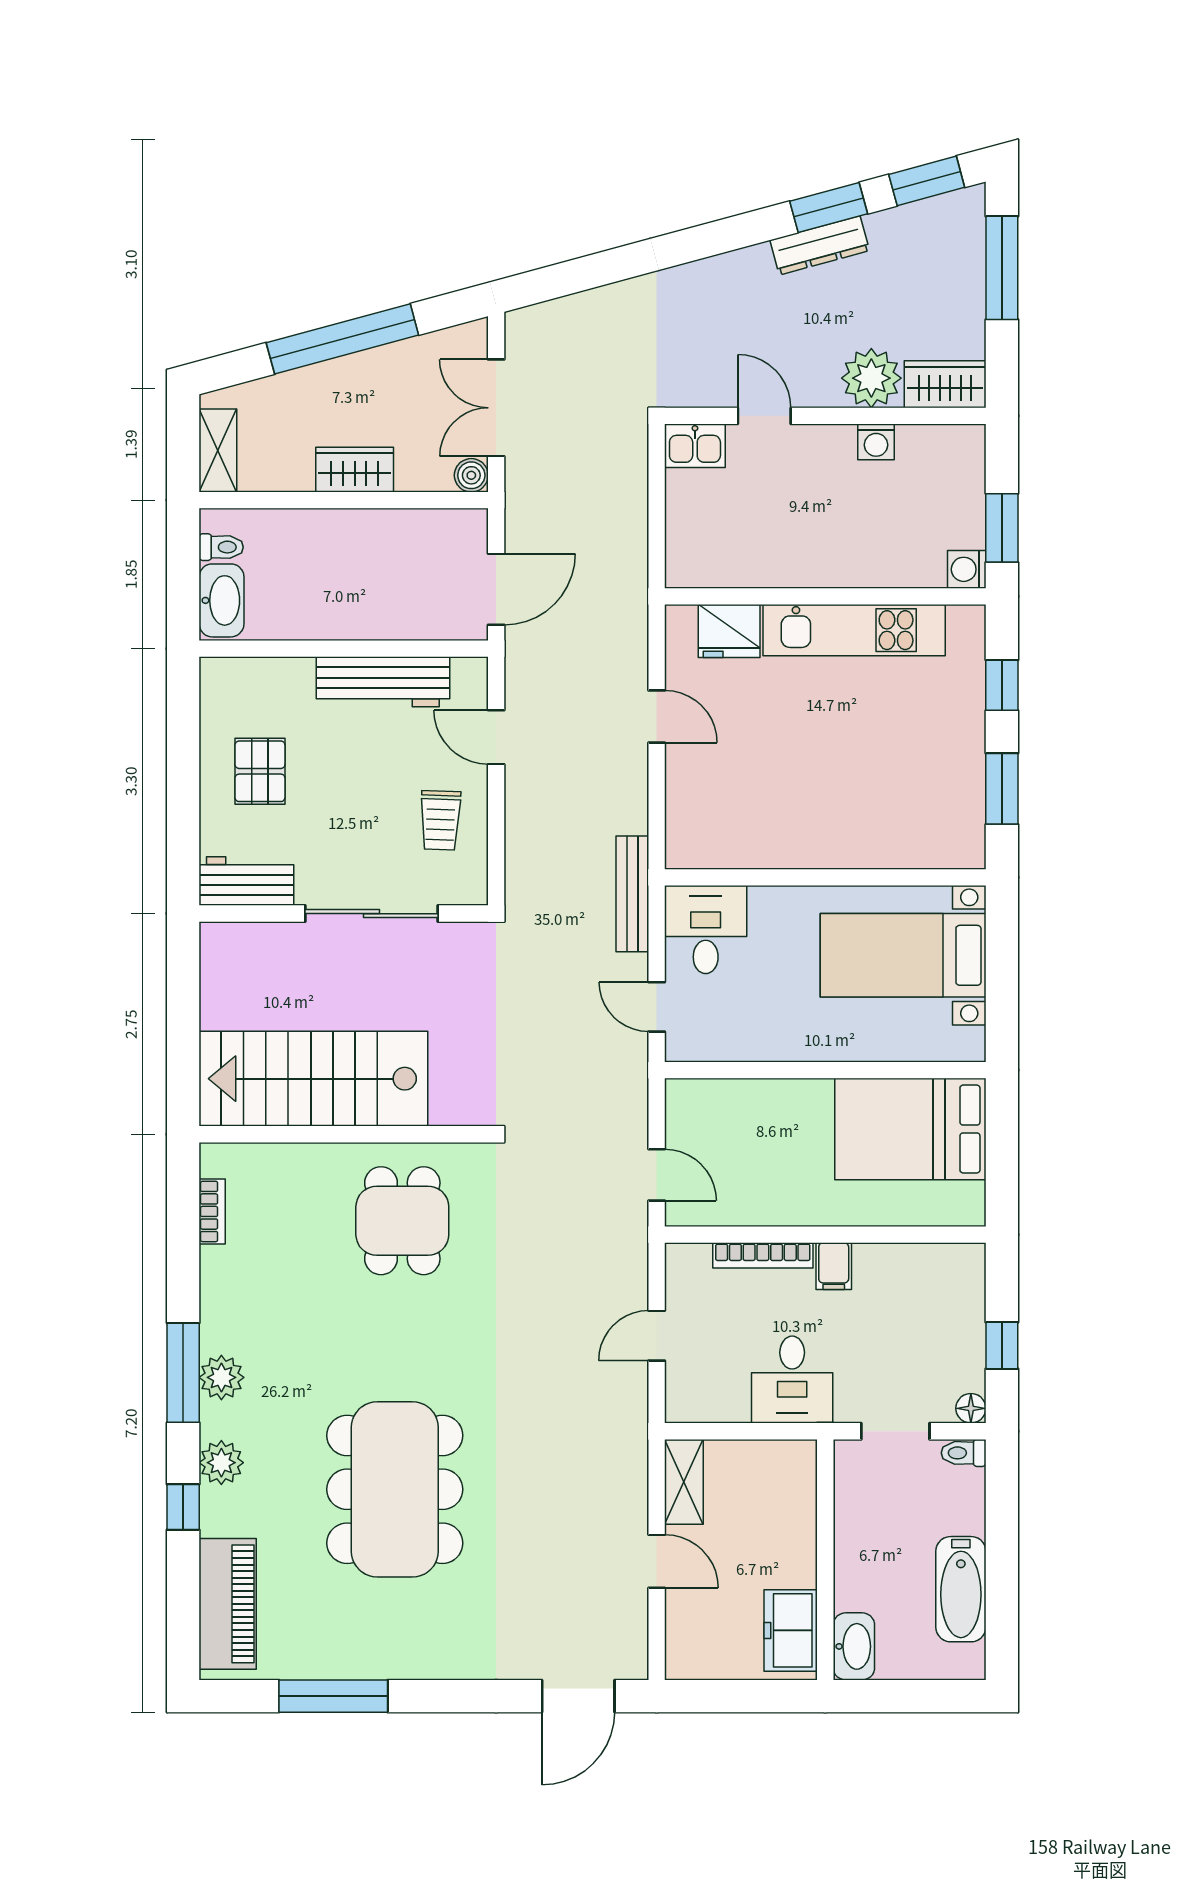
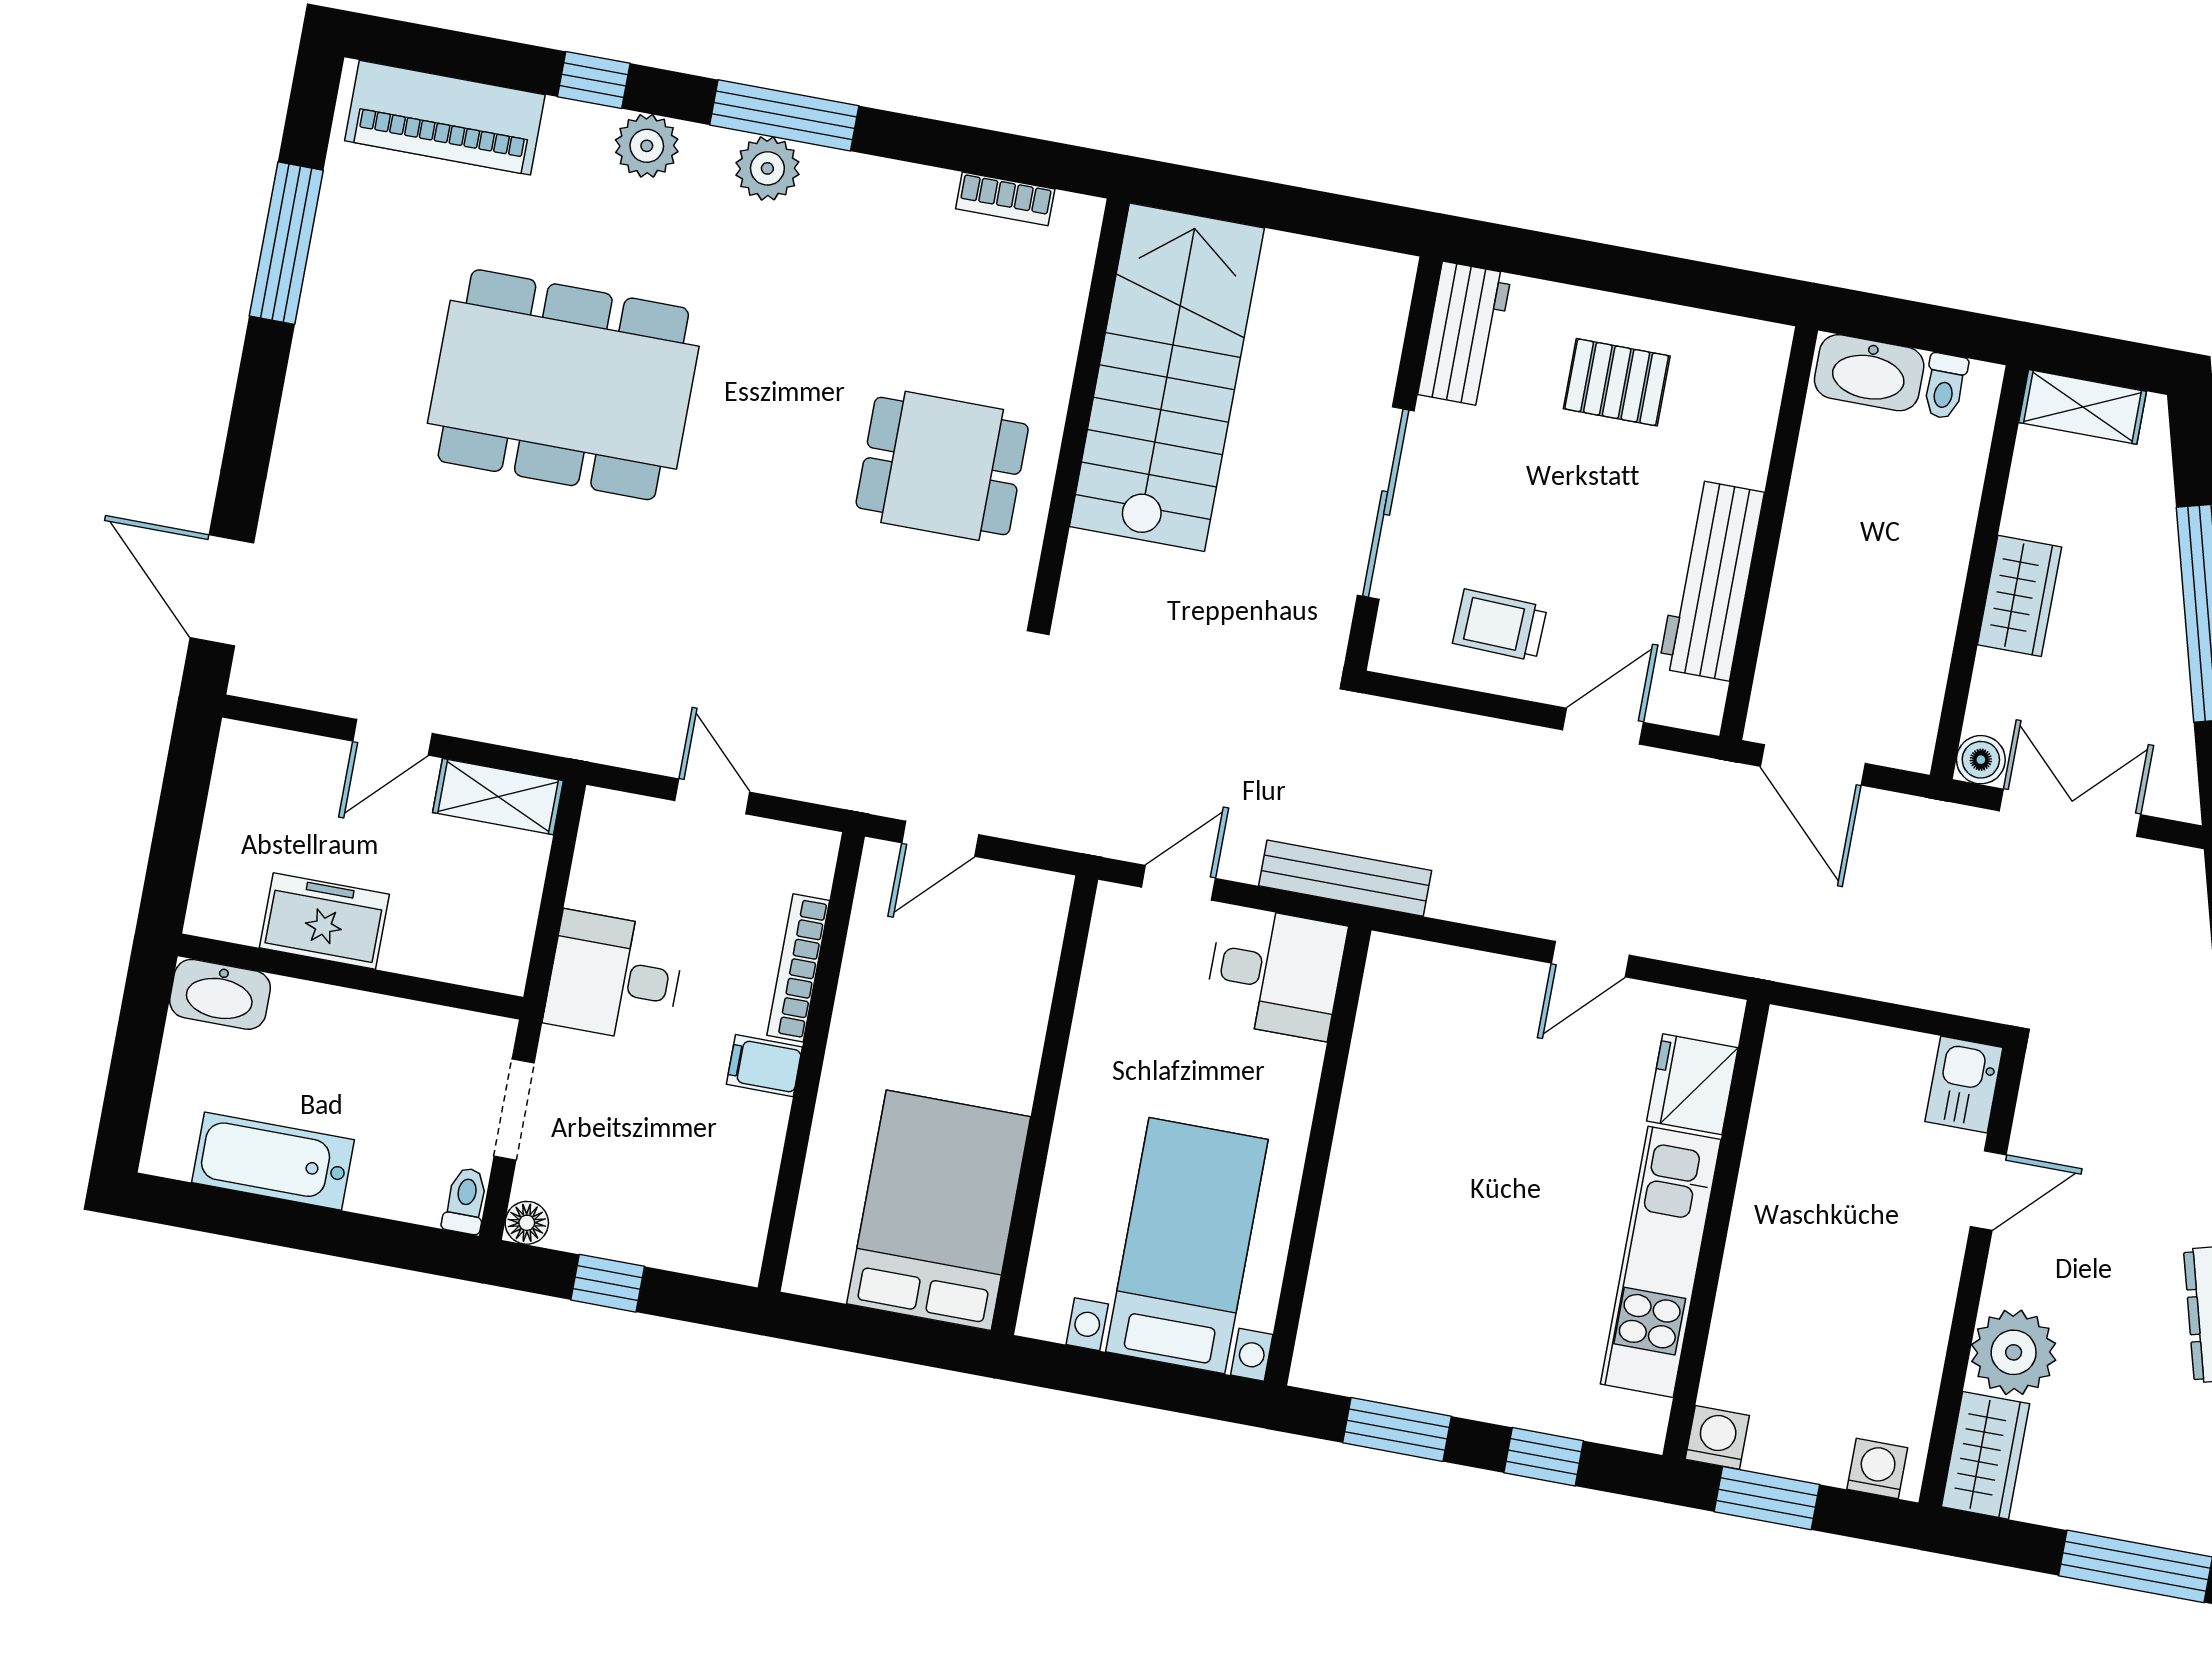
washing machine: (876, 442) -> (1877, 1468), moved, turned 90
freezer: (791, 1630) -> (324, 921), moved

